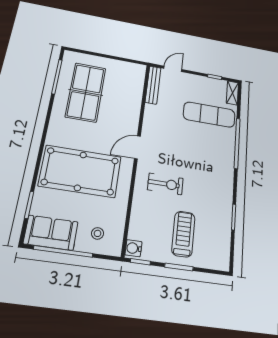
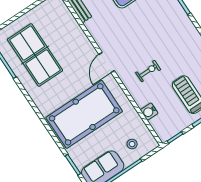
exercise bike: (165, 184) -> (148, 71), width x0.73, depth x0.72
water cooler: (133, 248) -> (149, 112), moved

